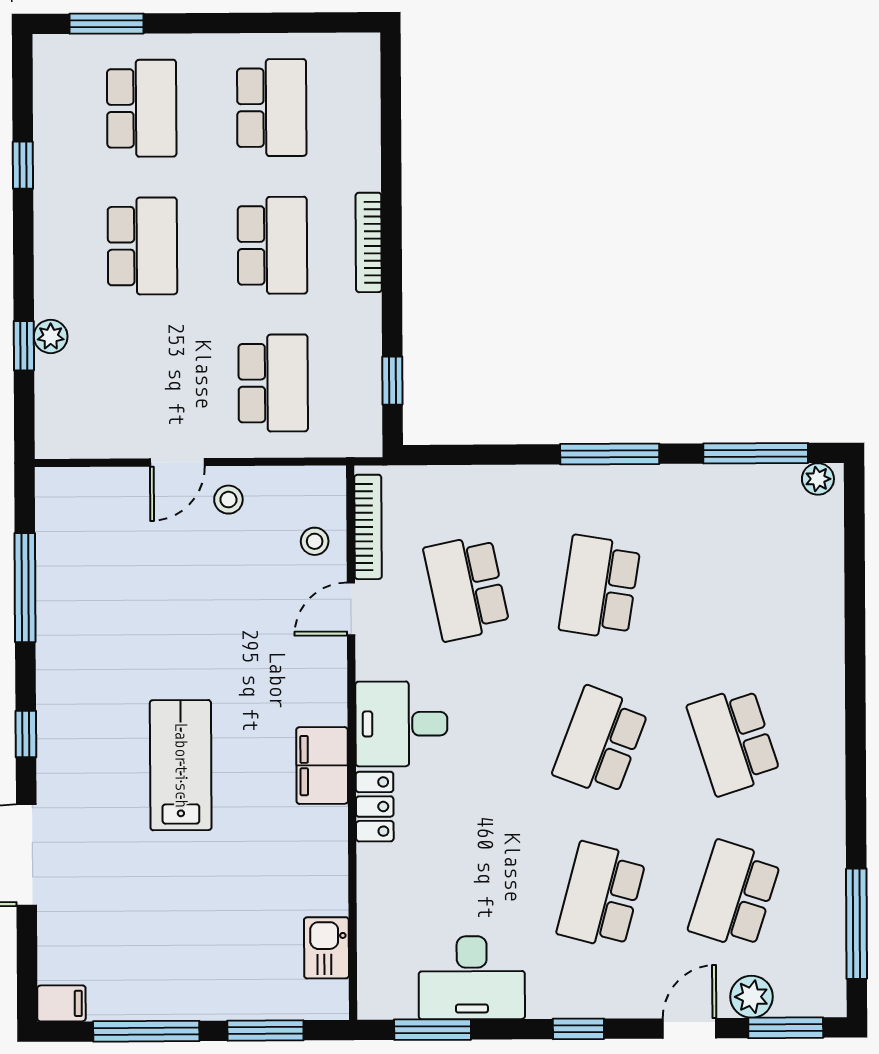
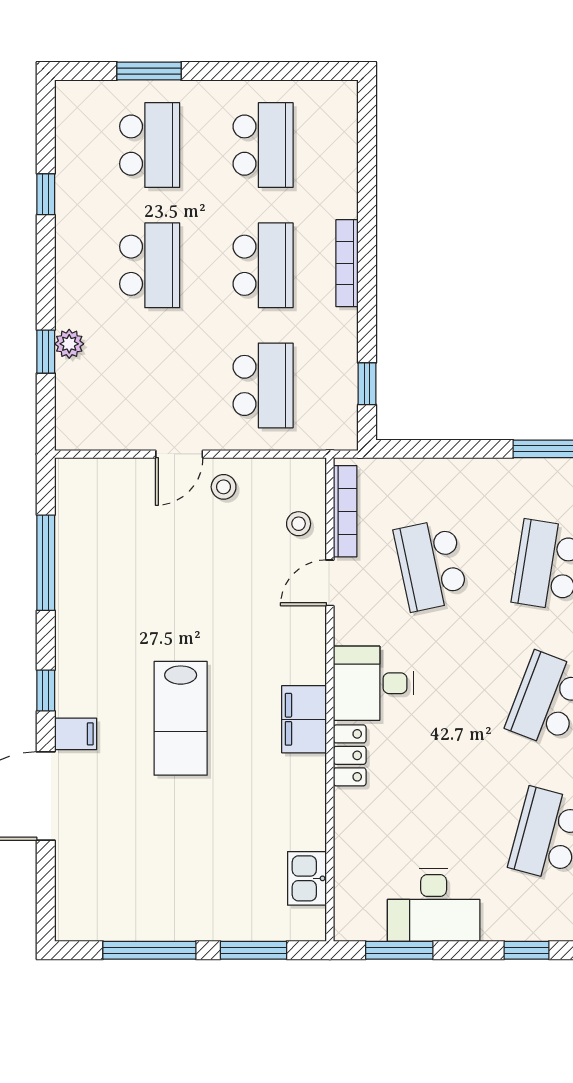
window: (107, 24) -> (149, 71), moved
lab bench: (181, 765) -> (181, 718), turned 180
filing cabinet: (61, 1003) -> (76, 734), moved

